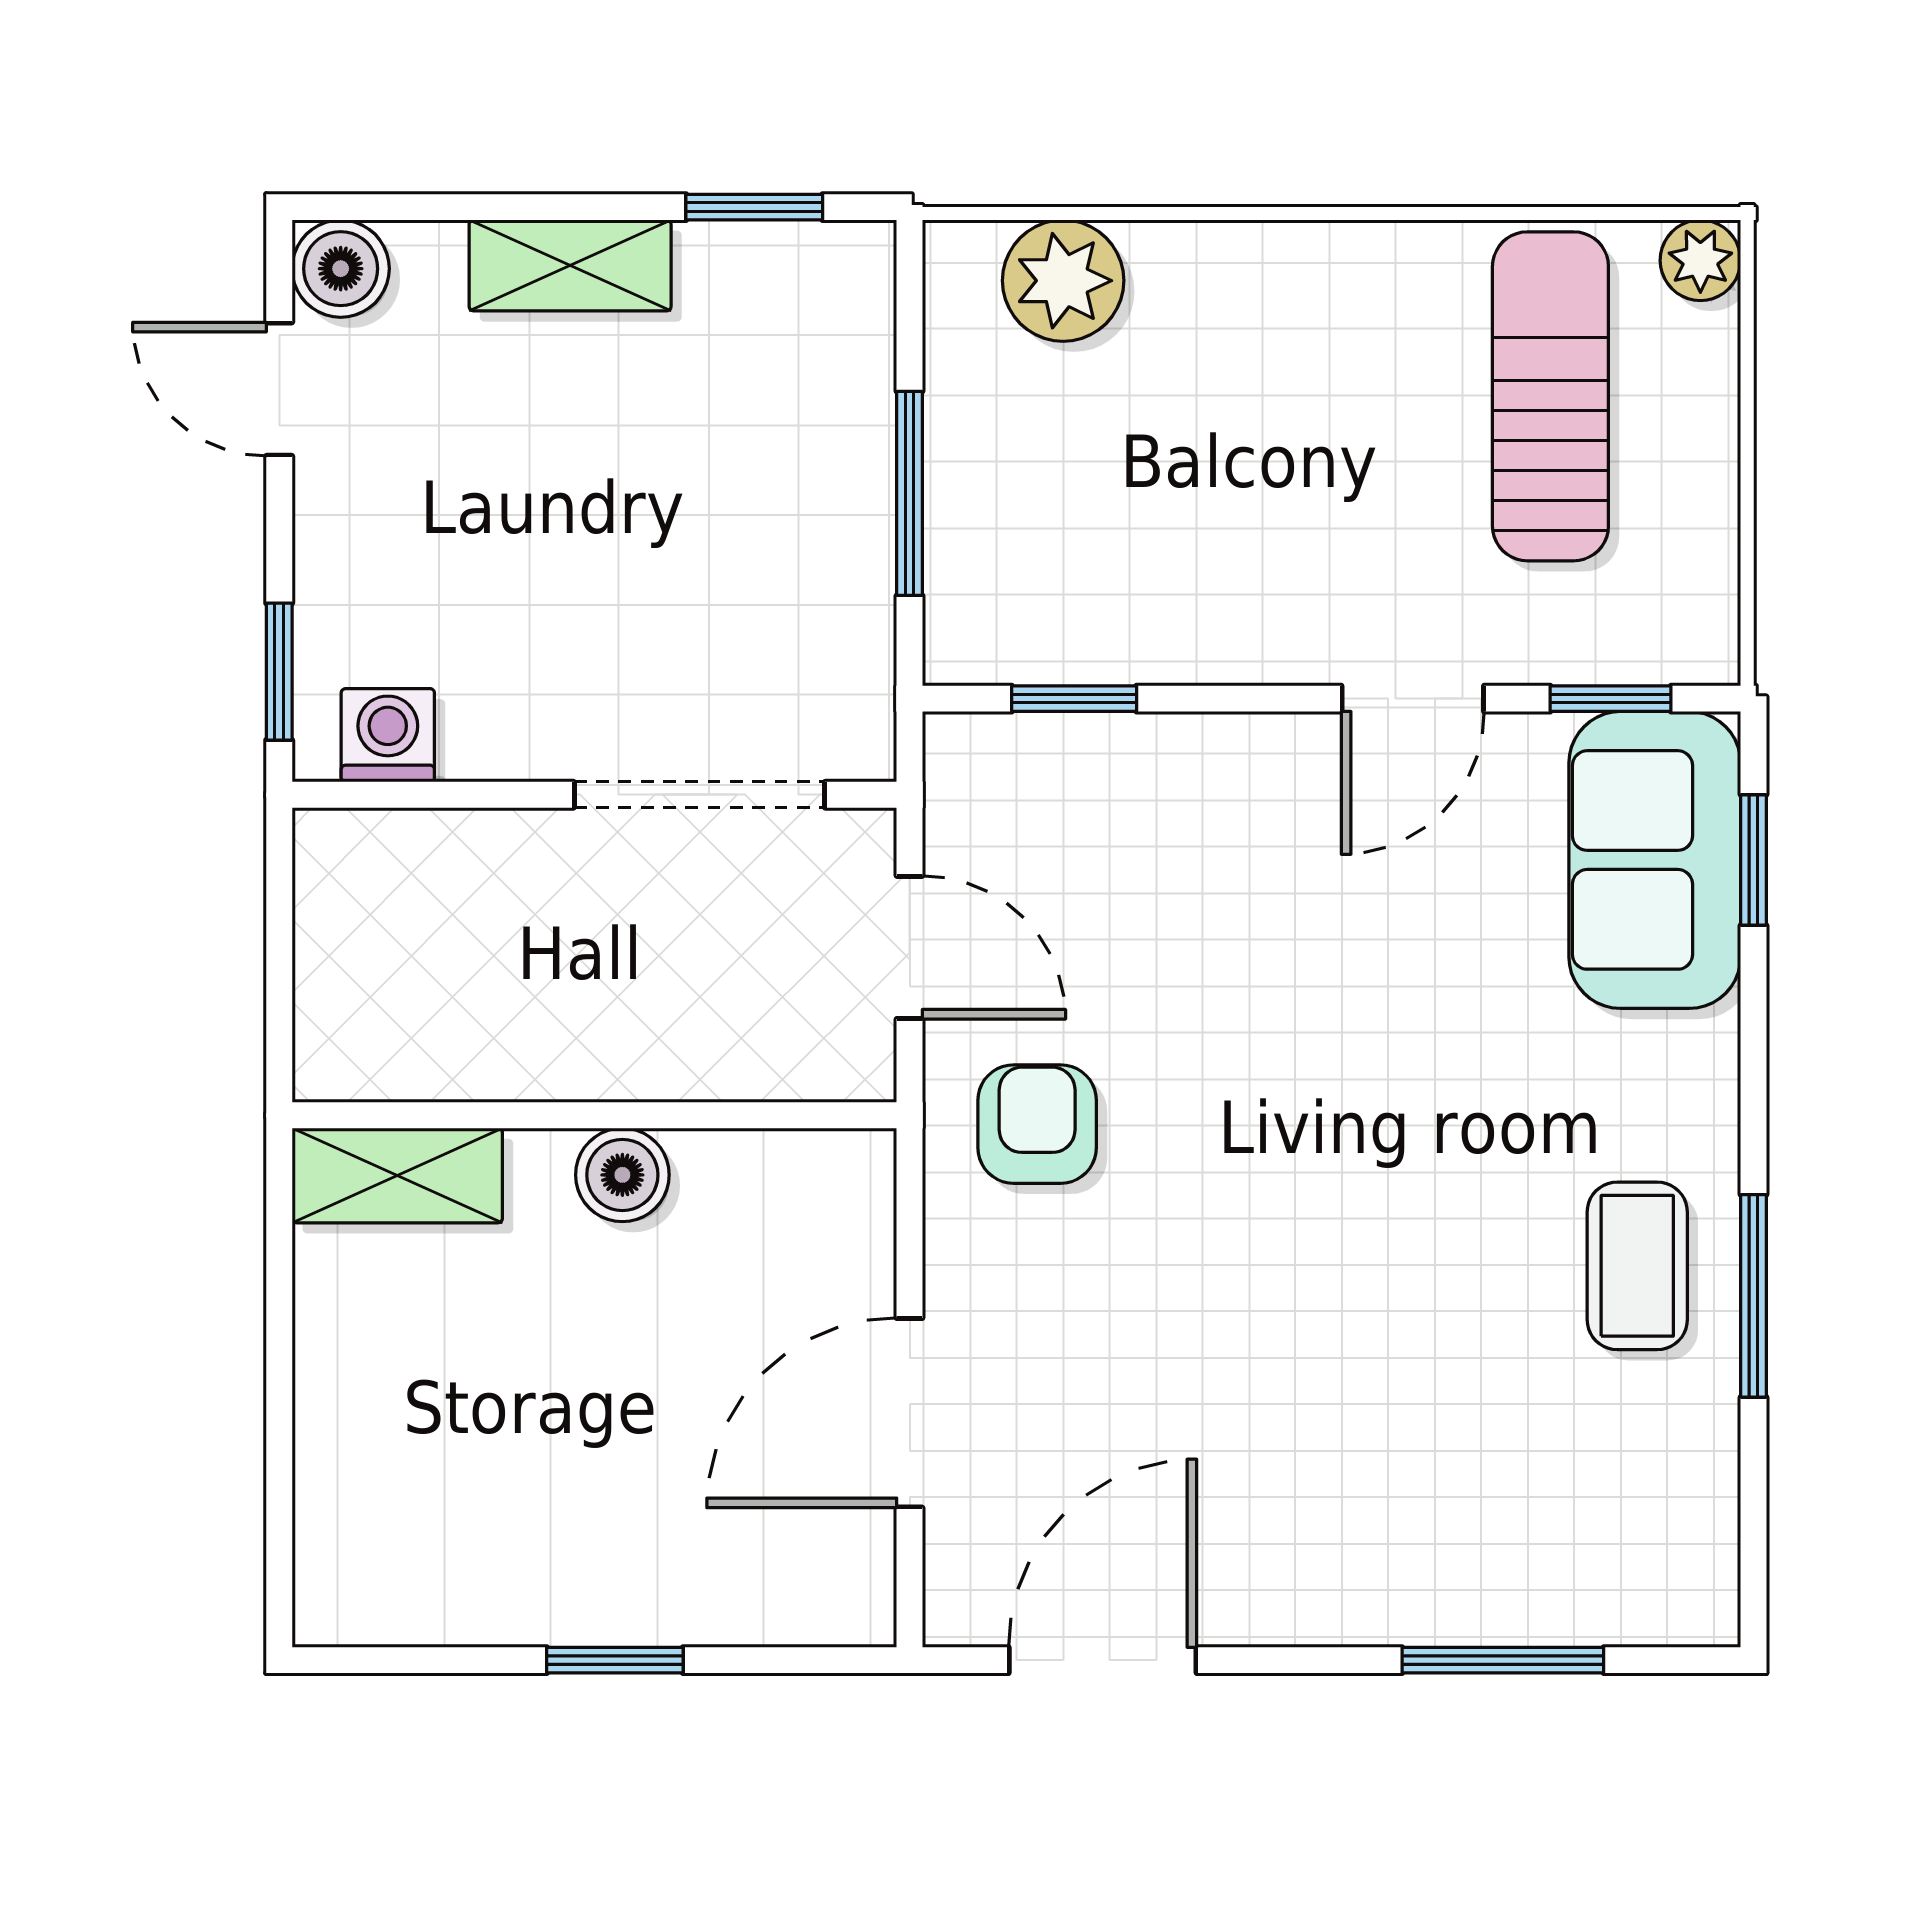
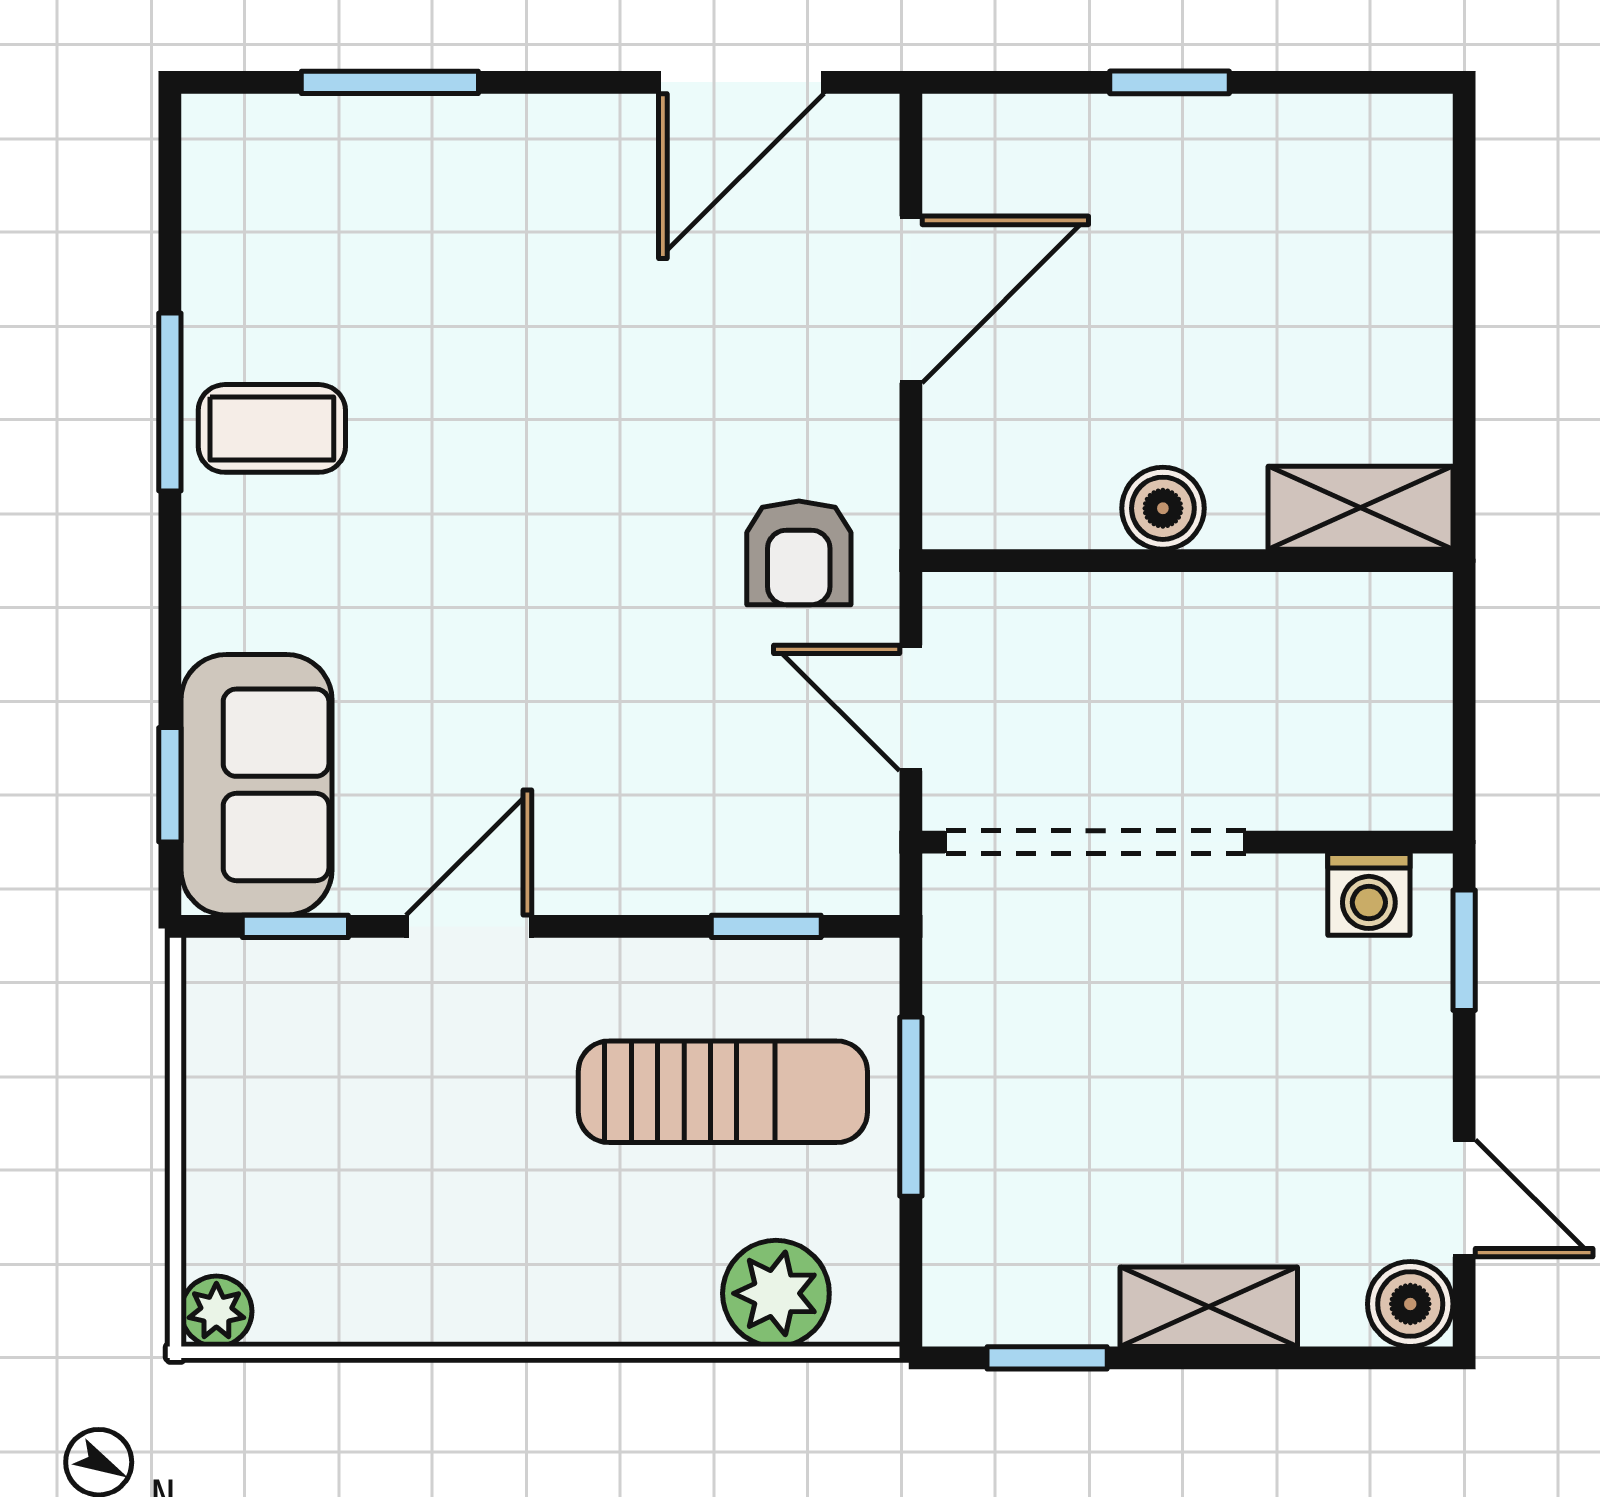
sun lounger: (1550, 396) -> (723, 1092), moved, turned -90
doorway: (699, 795) -> (1095, 842), width x1.36
coffee table: (1637, 1266) -> (272, 428), turned 90

